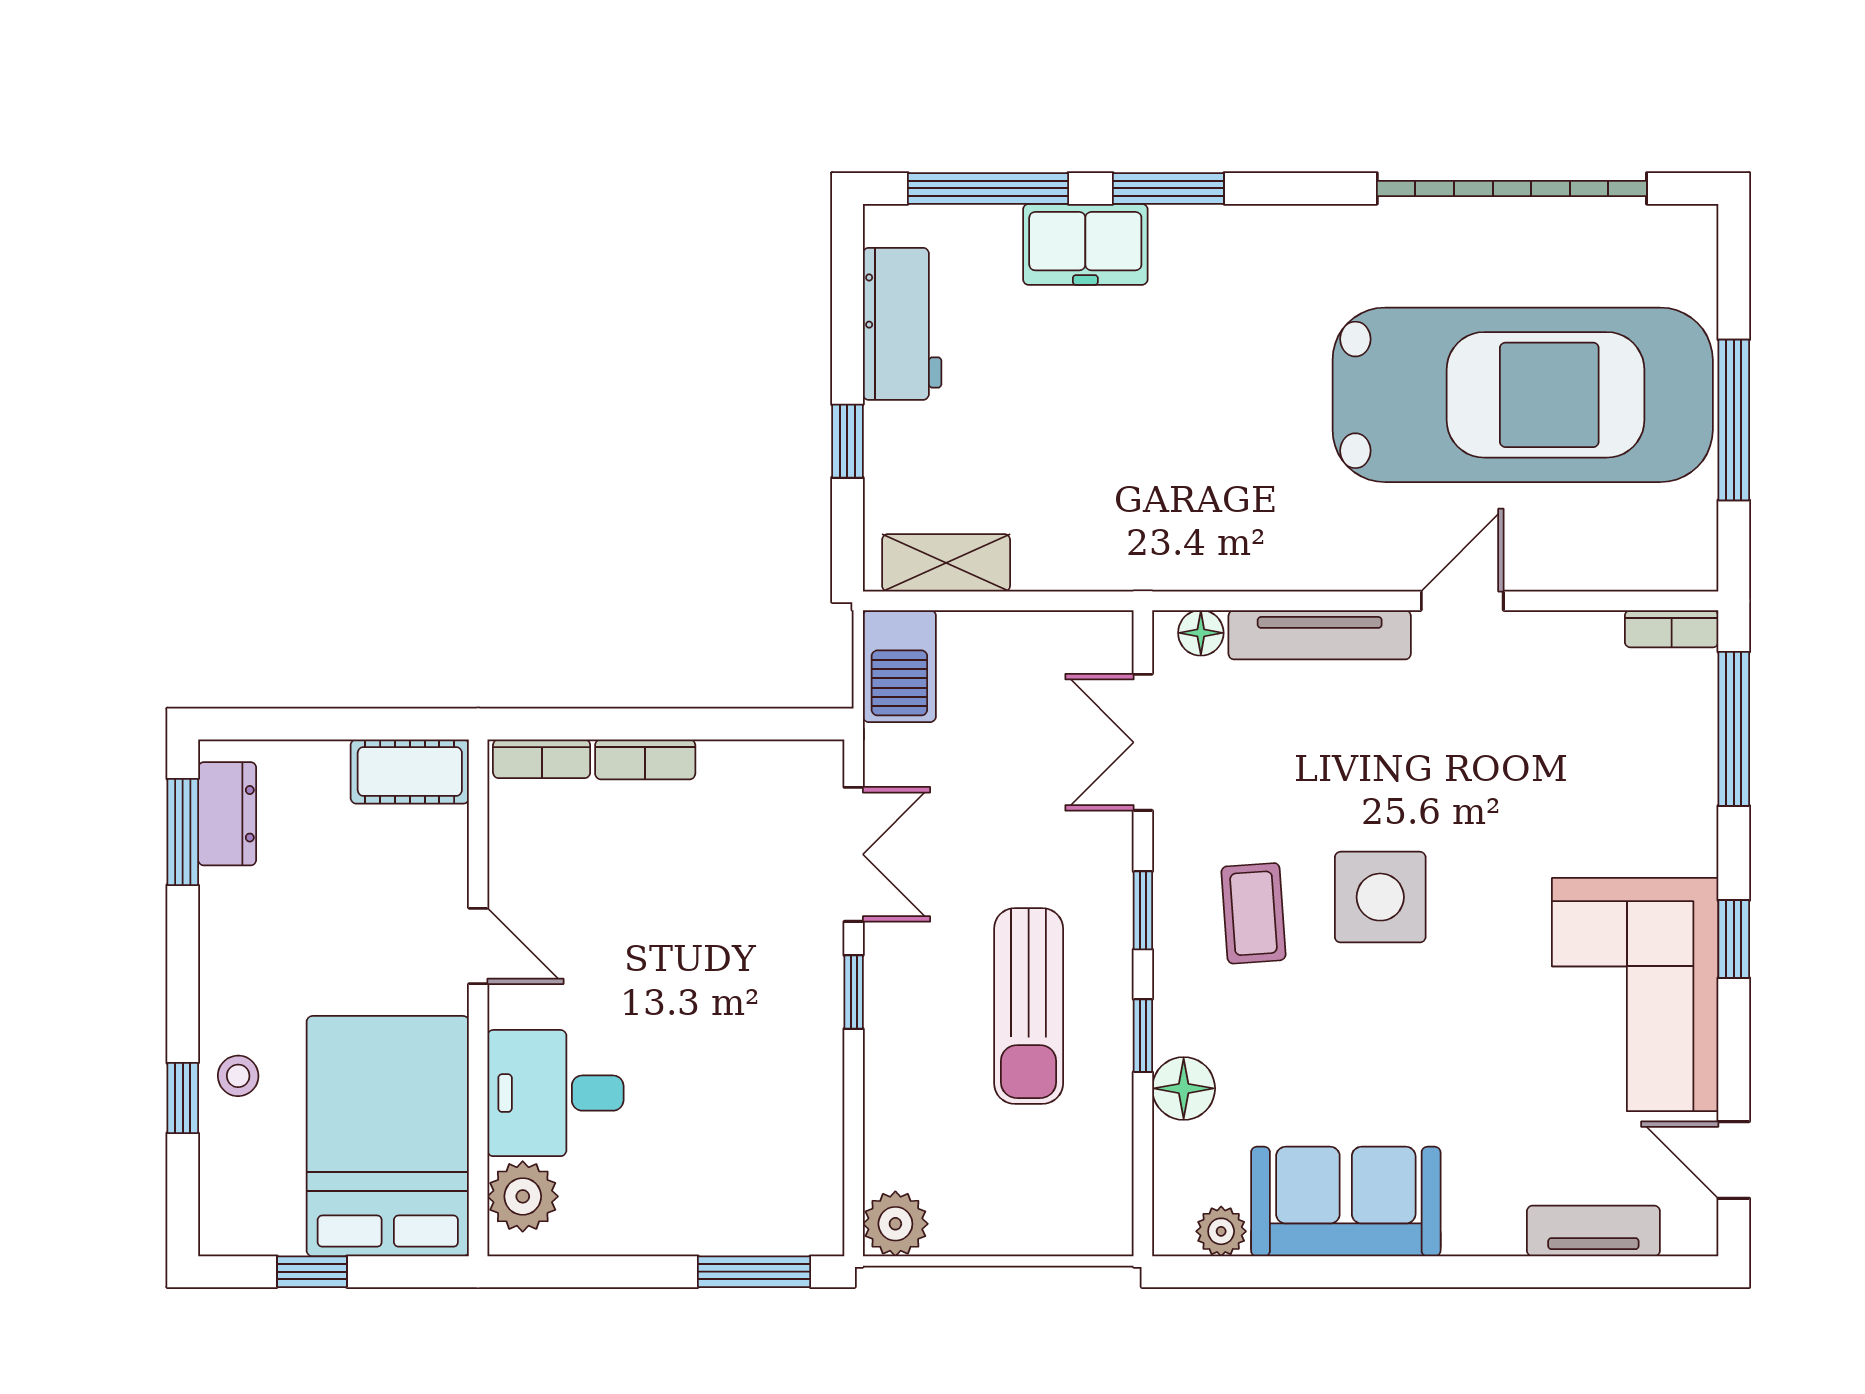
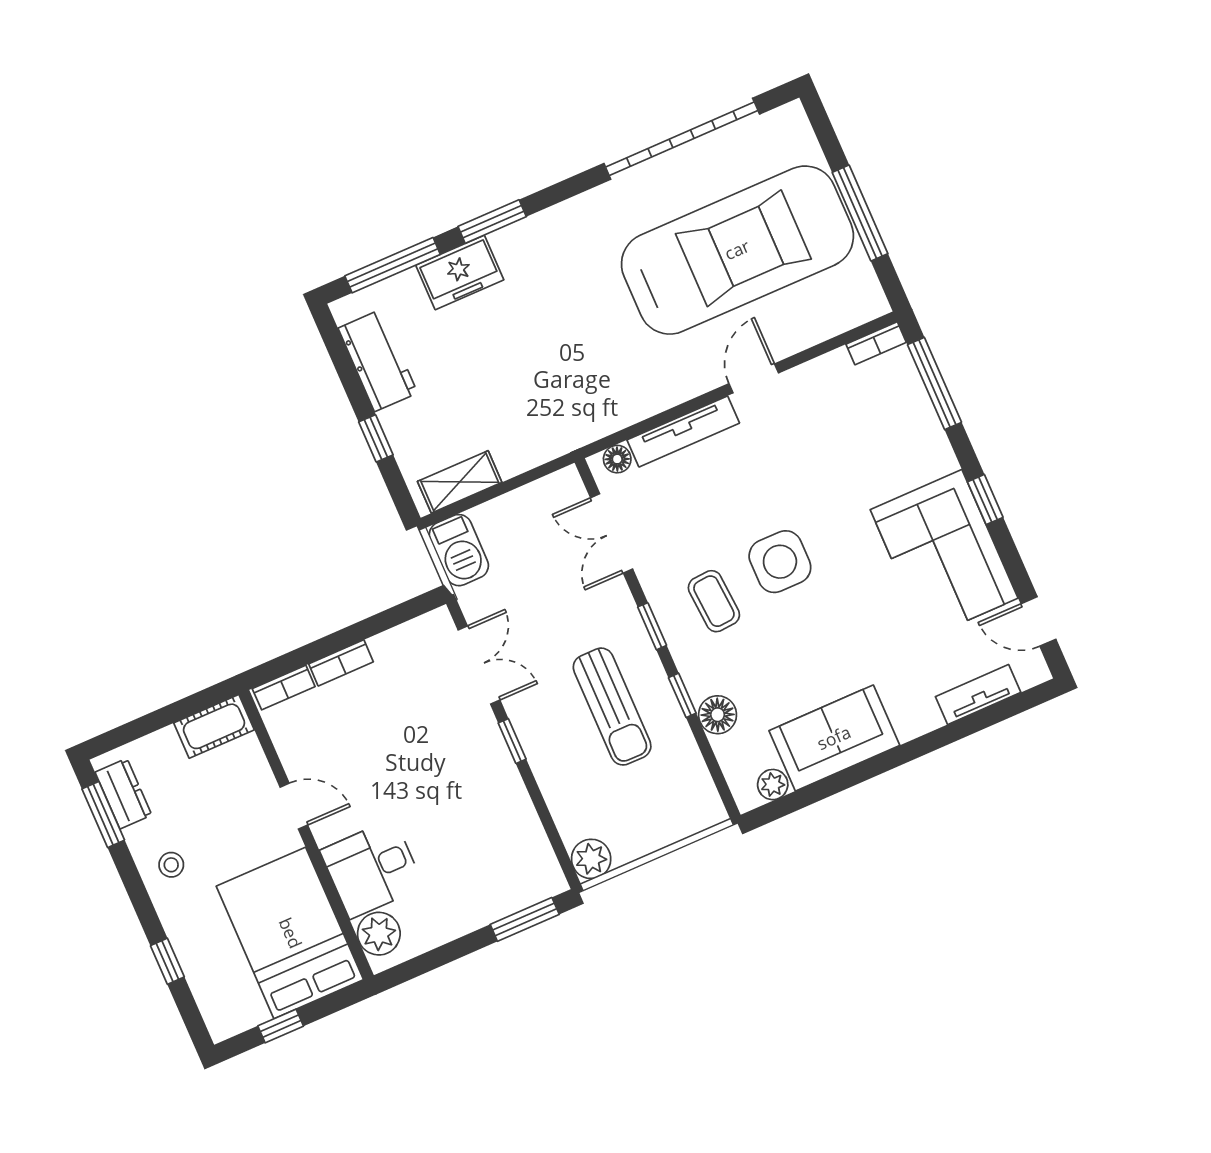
stool: (238, 1076) -> (171, 865), moved

